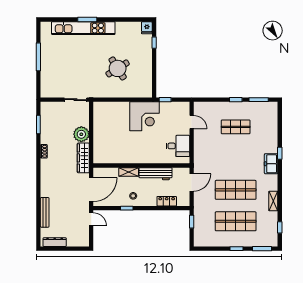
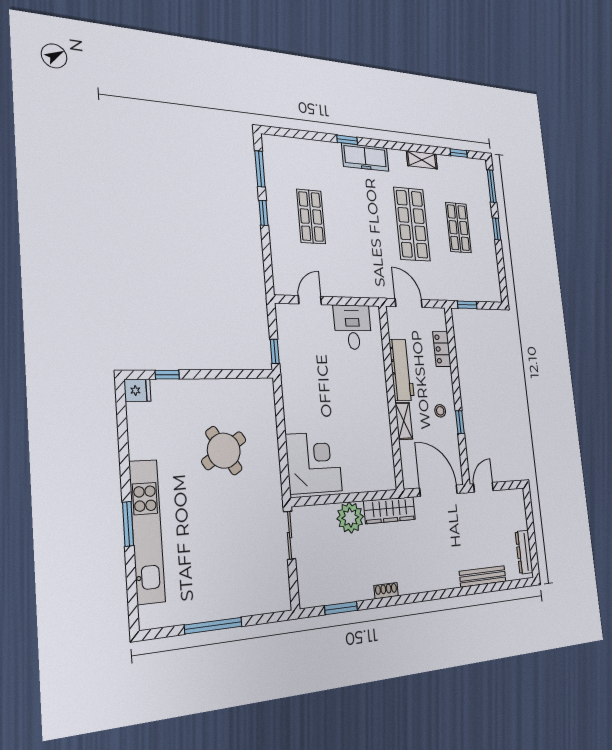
corner desk: (144, 116) -> (314, 463), moved
freezer: (271, 164) -> (365, 157), width x1.40
shop shelf: (236, 221) -> (458, 228), width x0.70, depth x0.74

